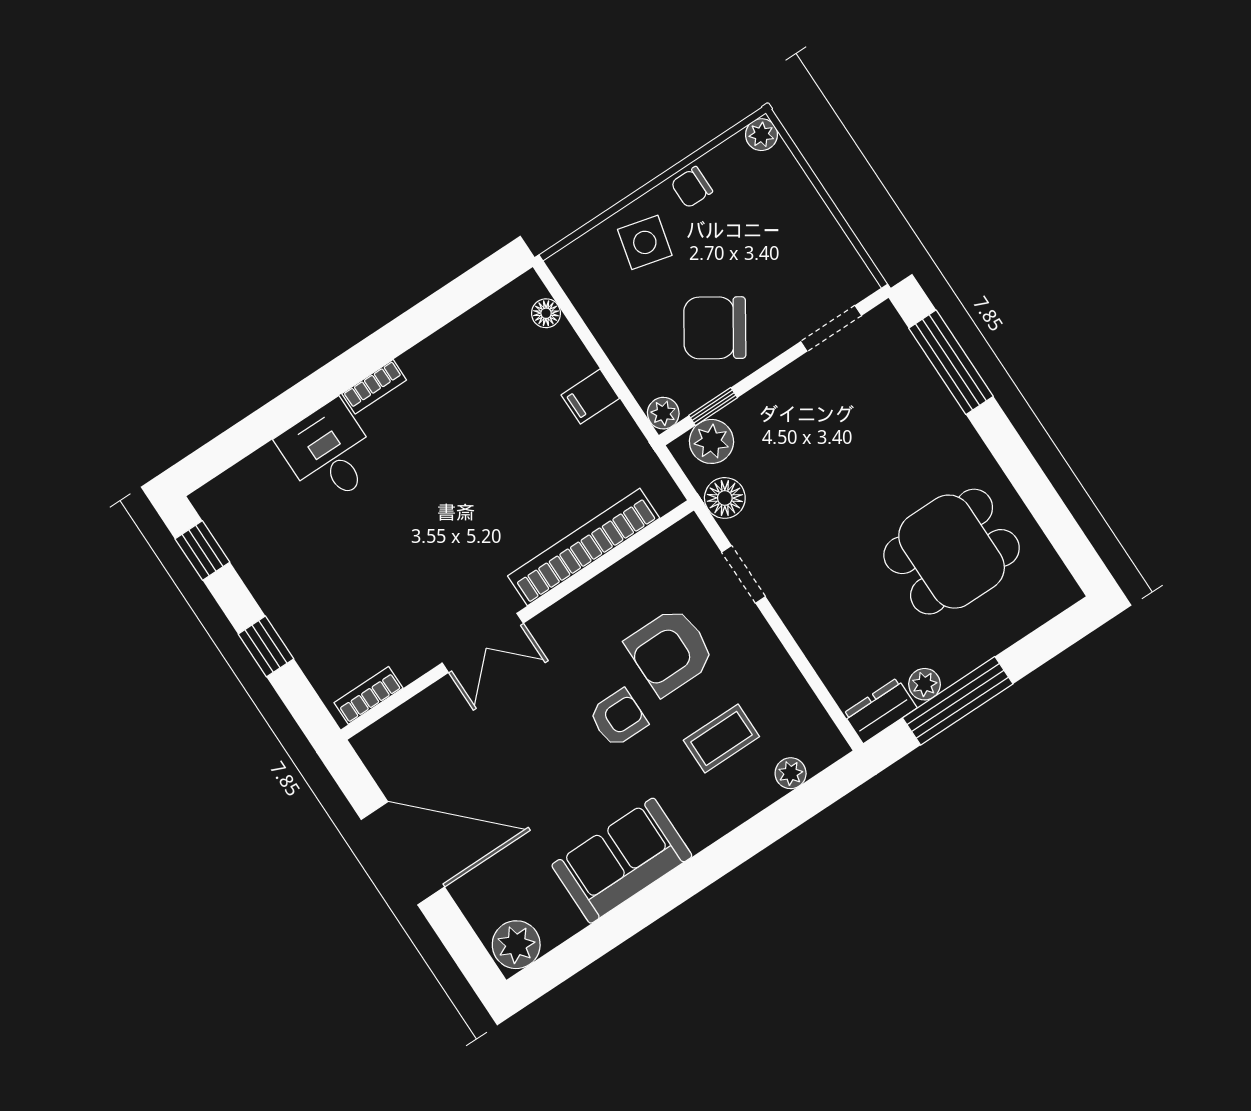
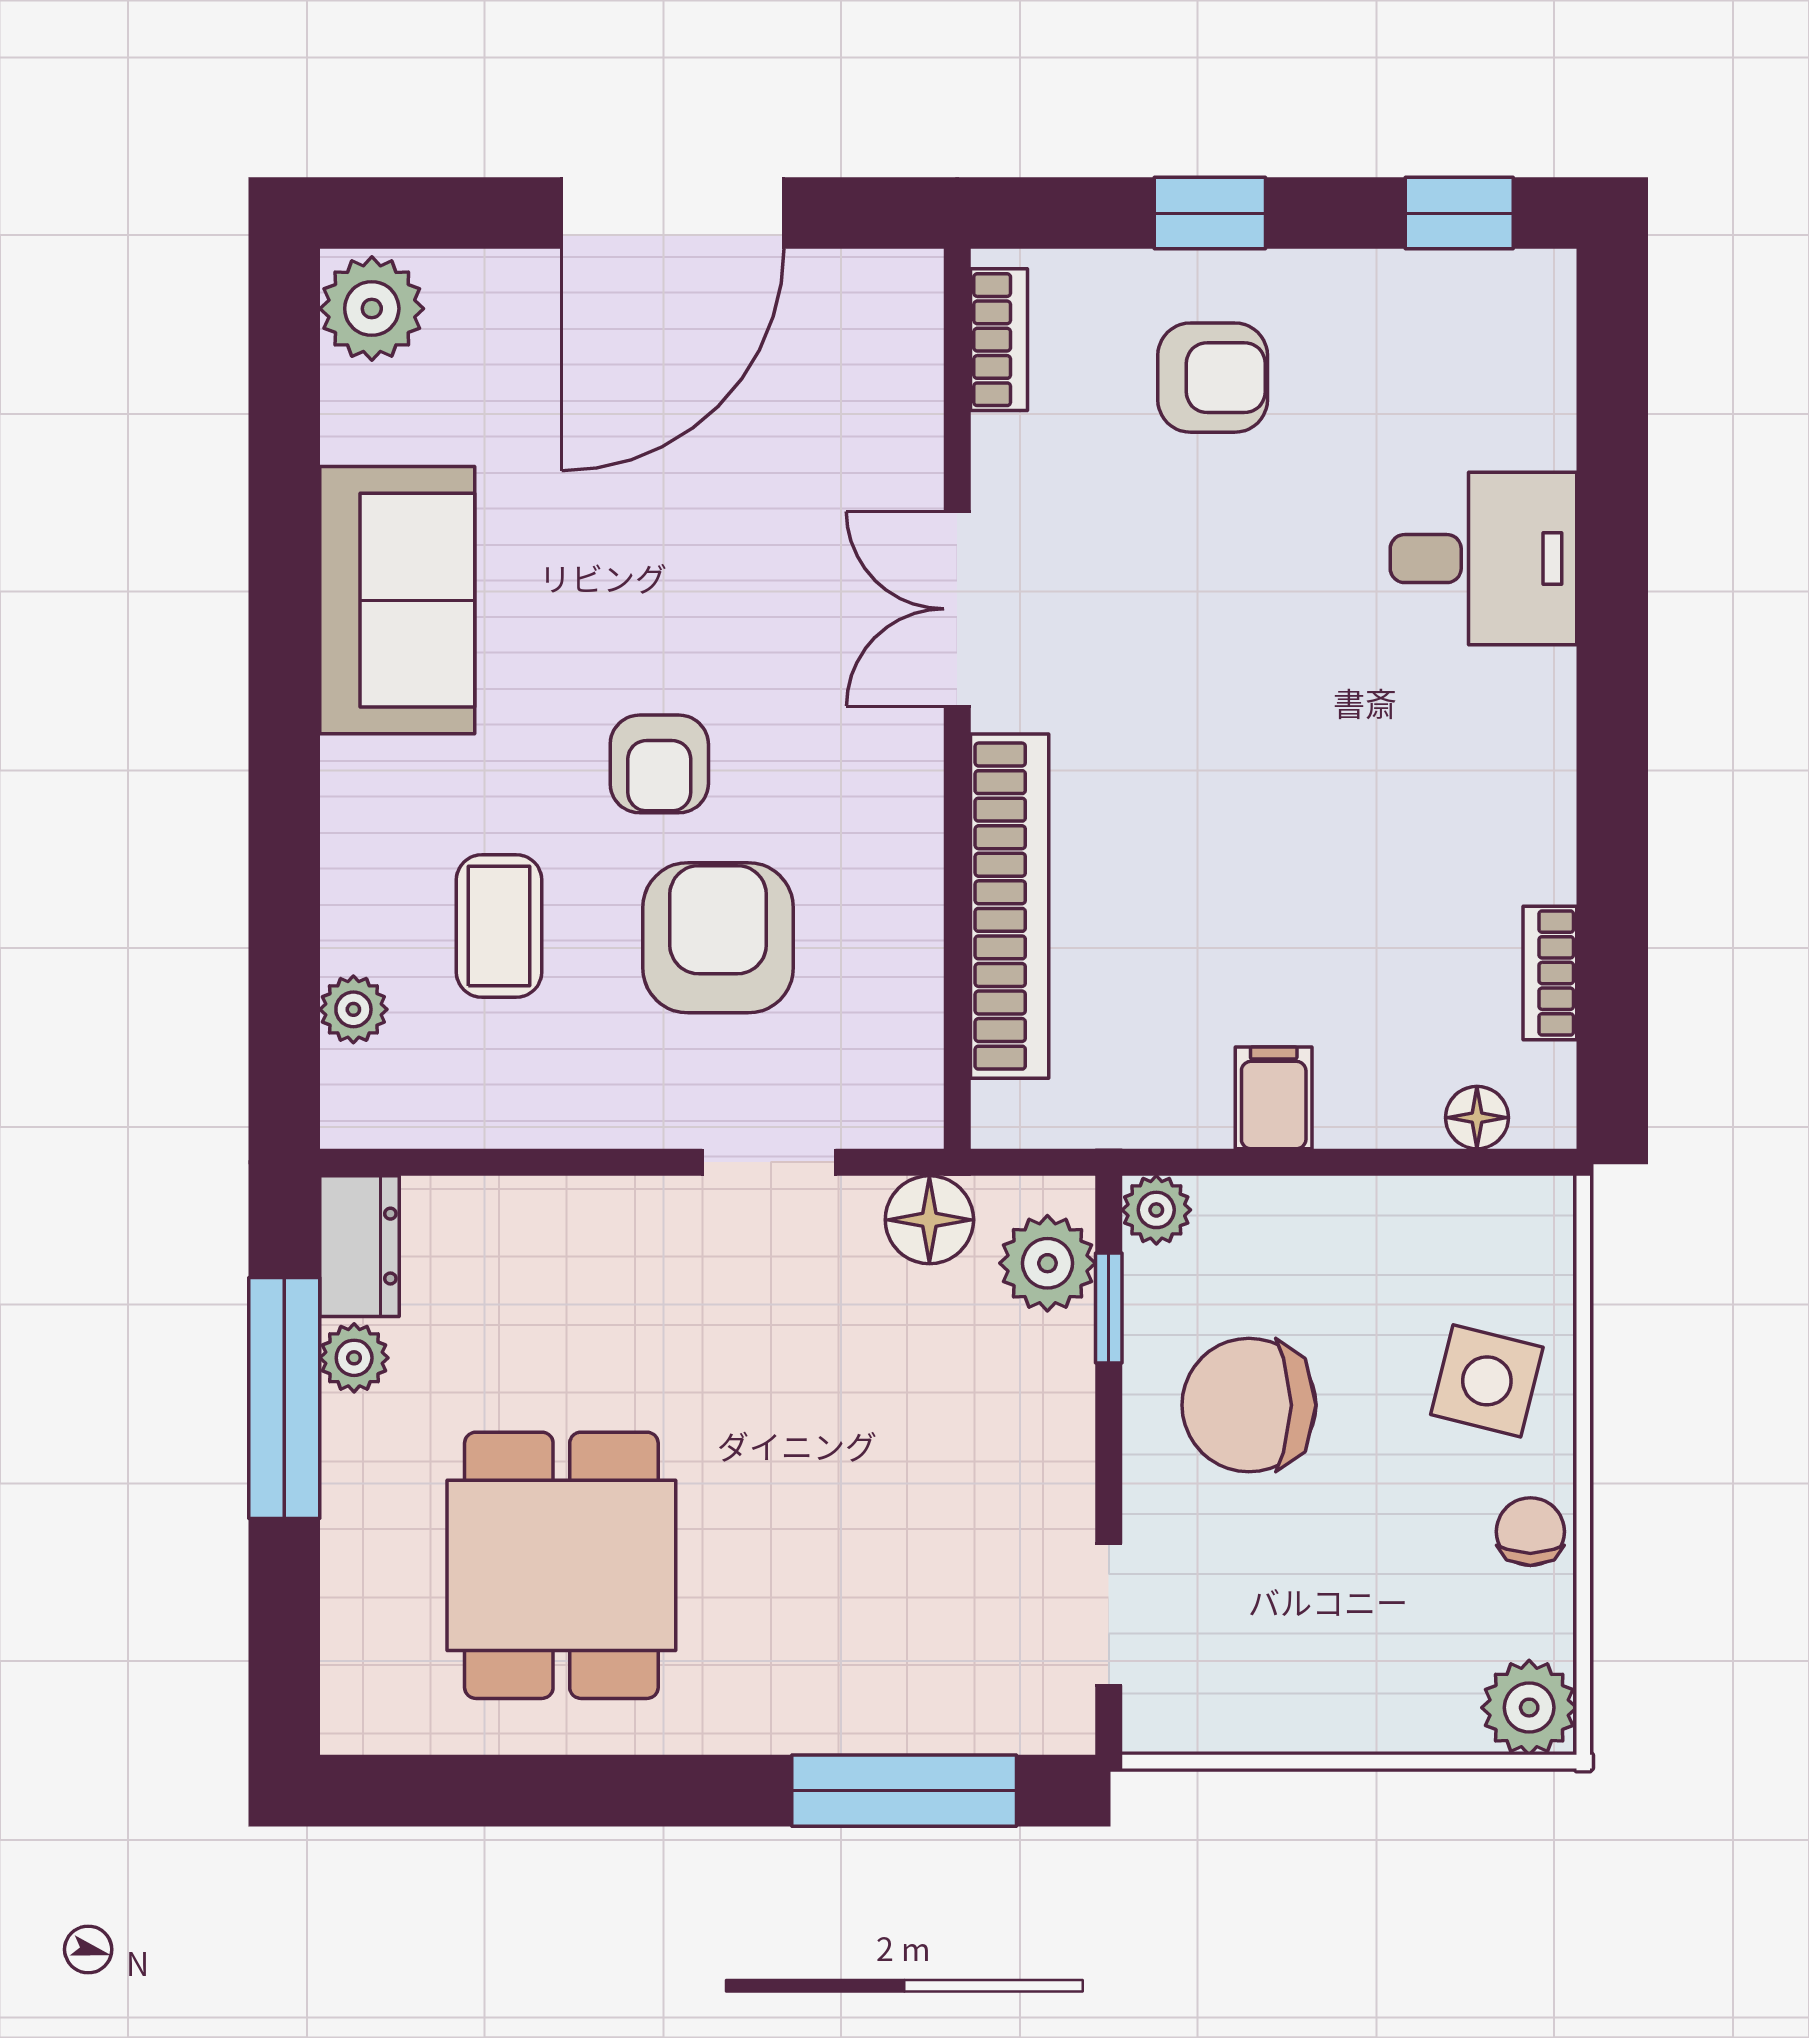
plant: (761, 135) -> (1529, 1708), width x1.38, depth x1.38
chair: (715, 328) -> (1249, 1405), turned -123
bookcase: (374, 387) -> (1550, 973), moved
armchair: (329, 603) -> (1213, 378), added

